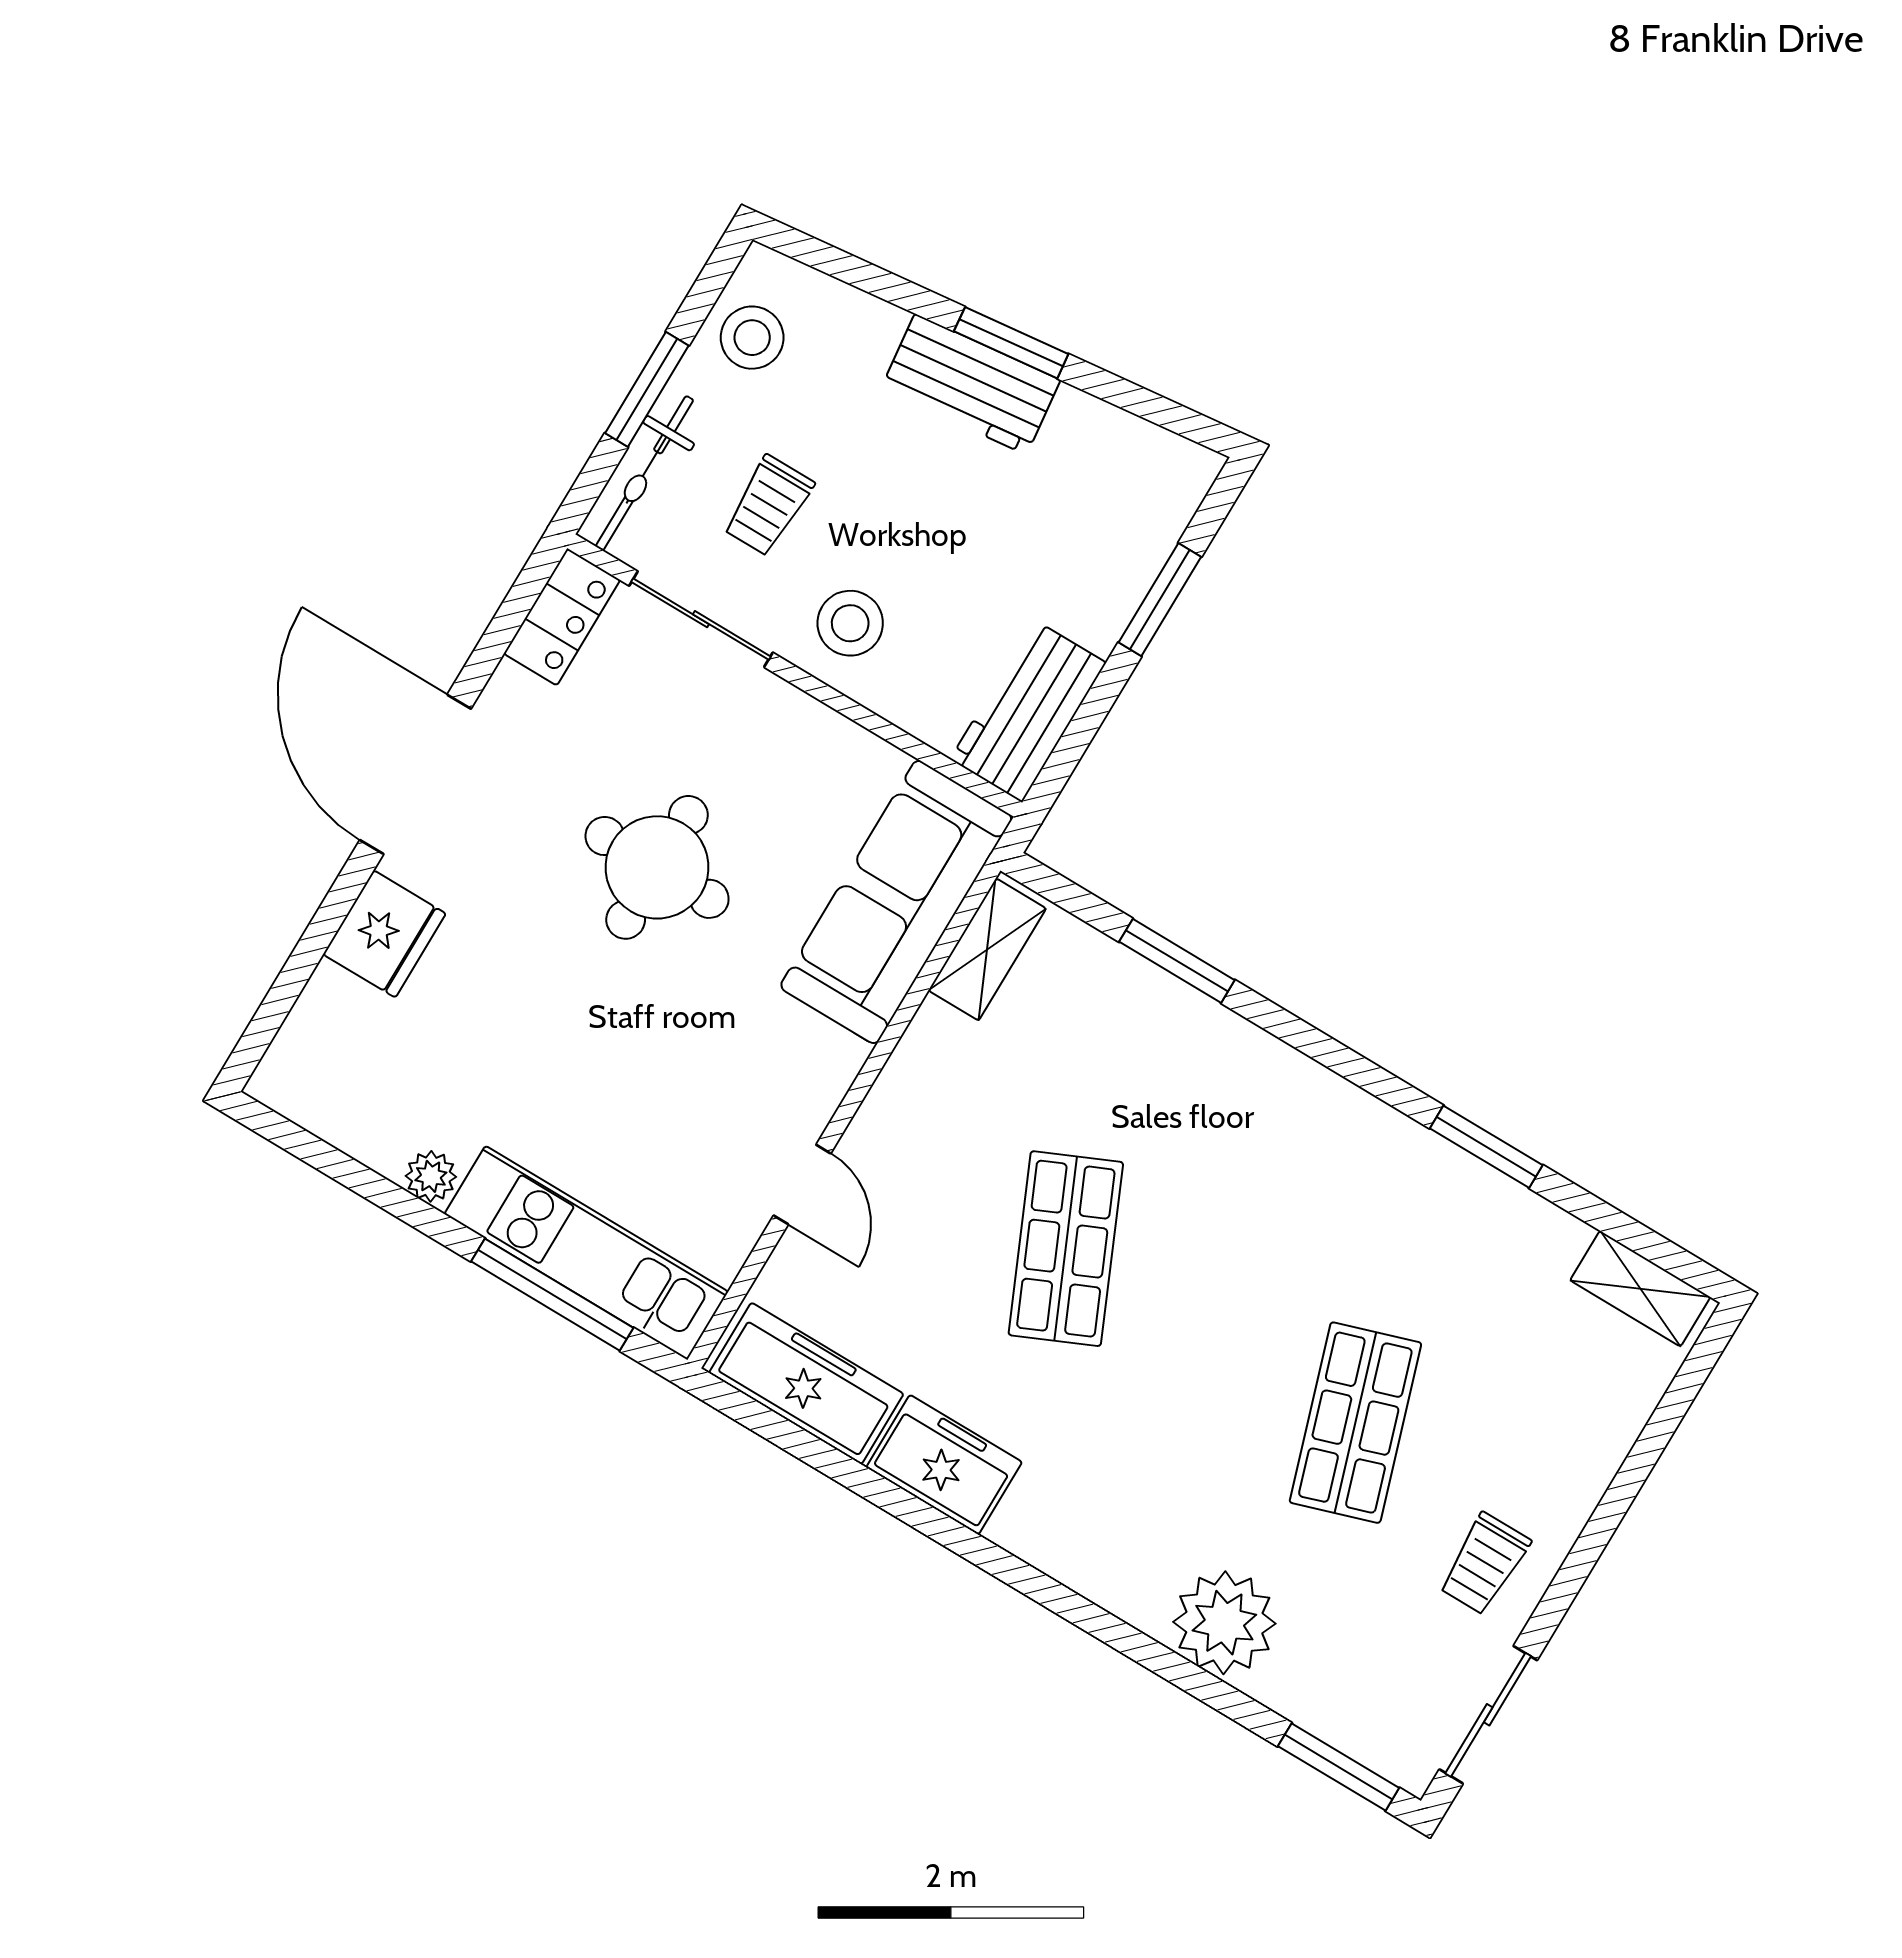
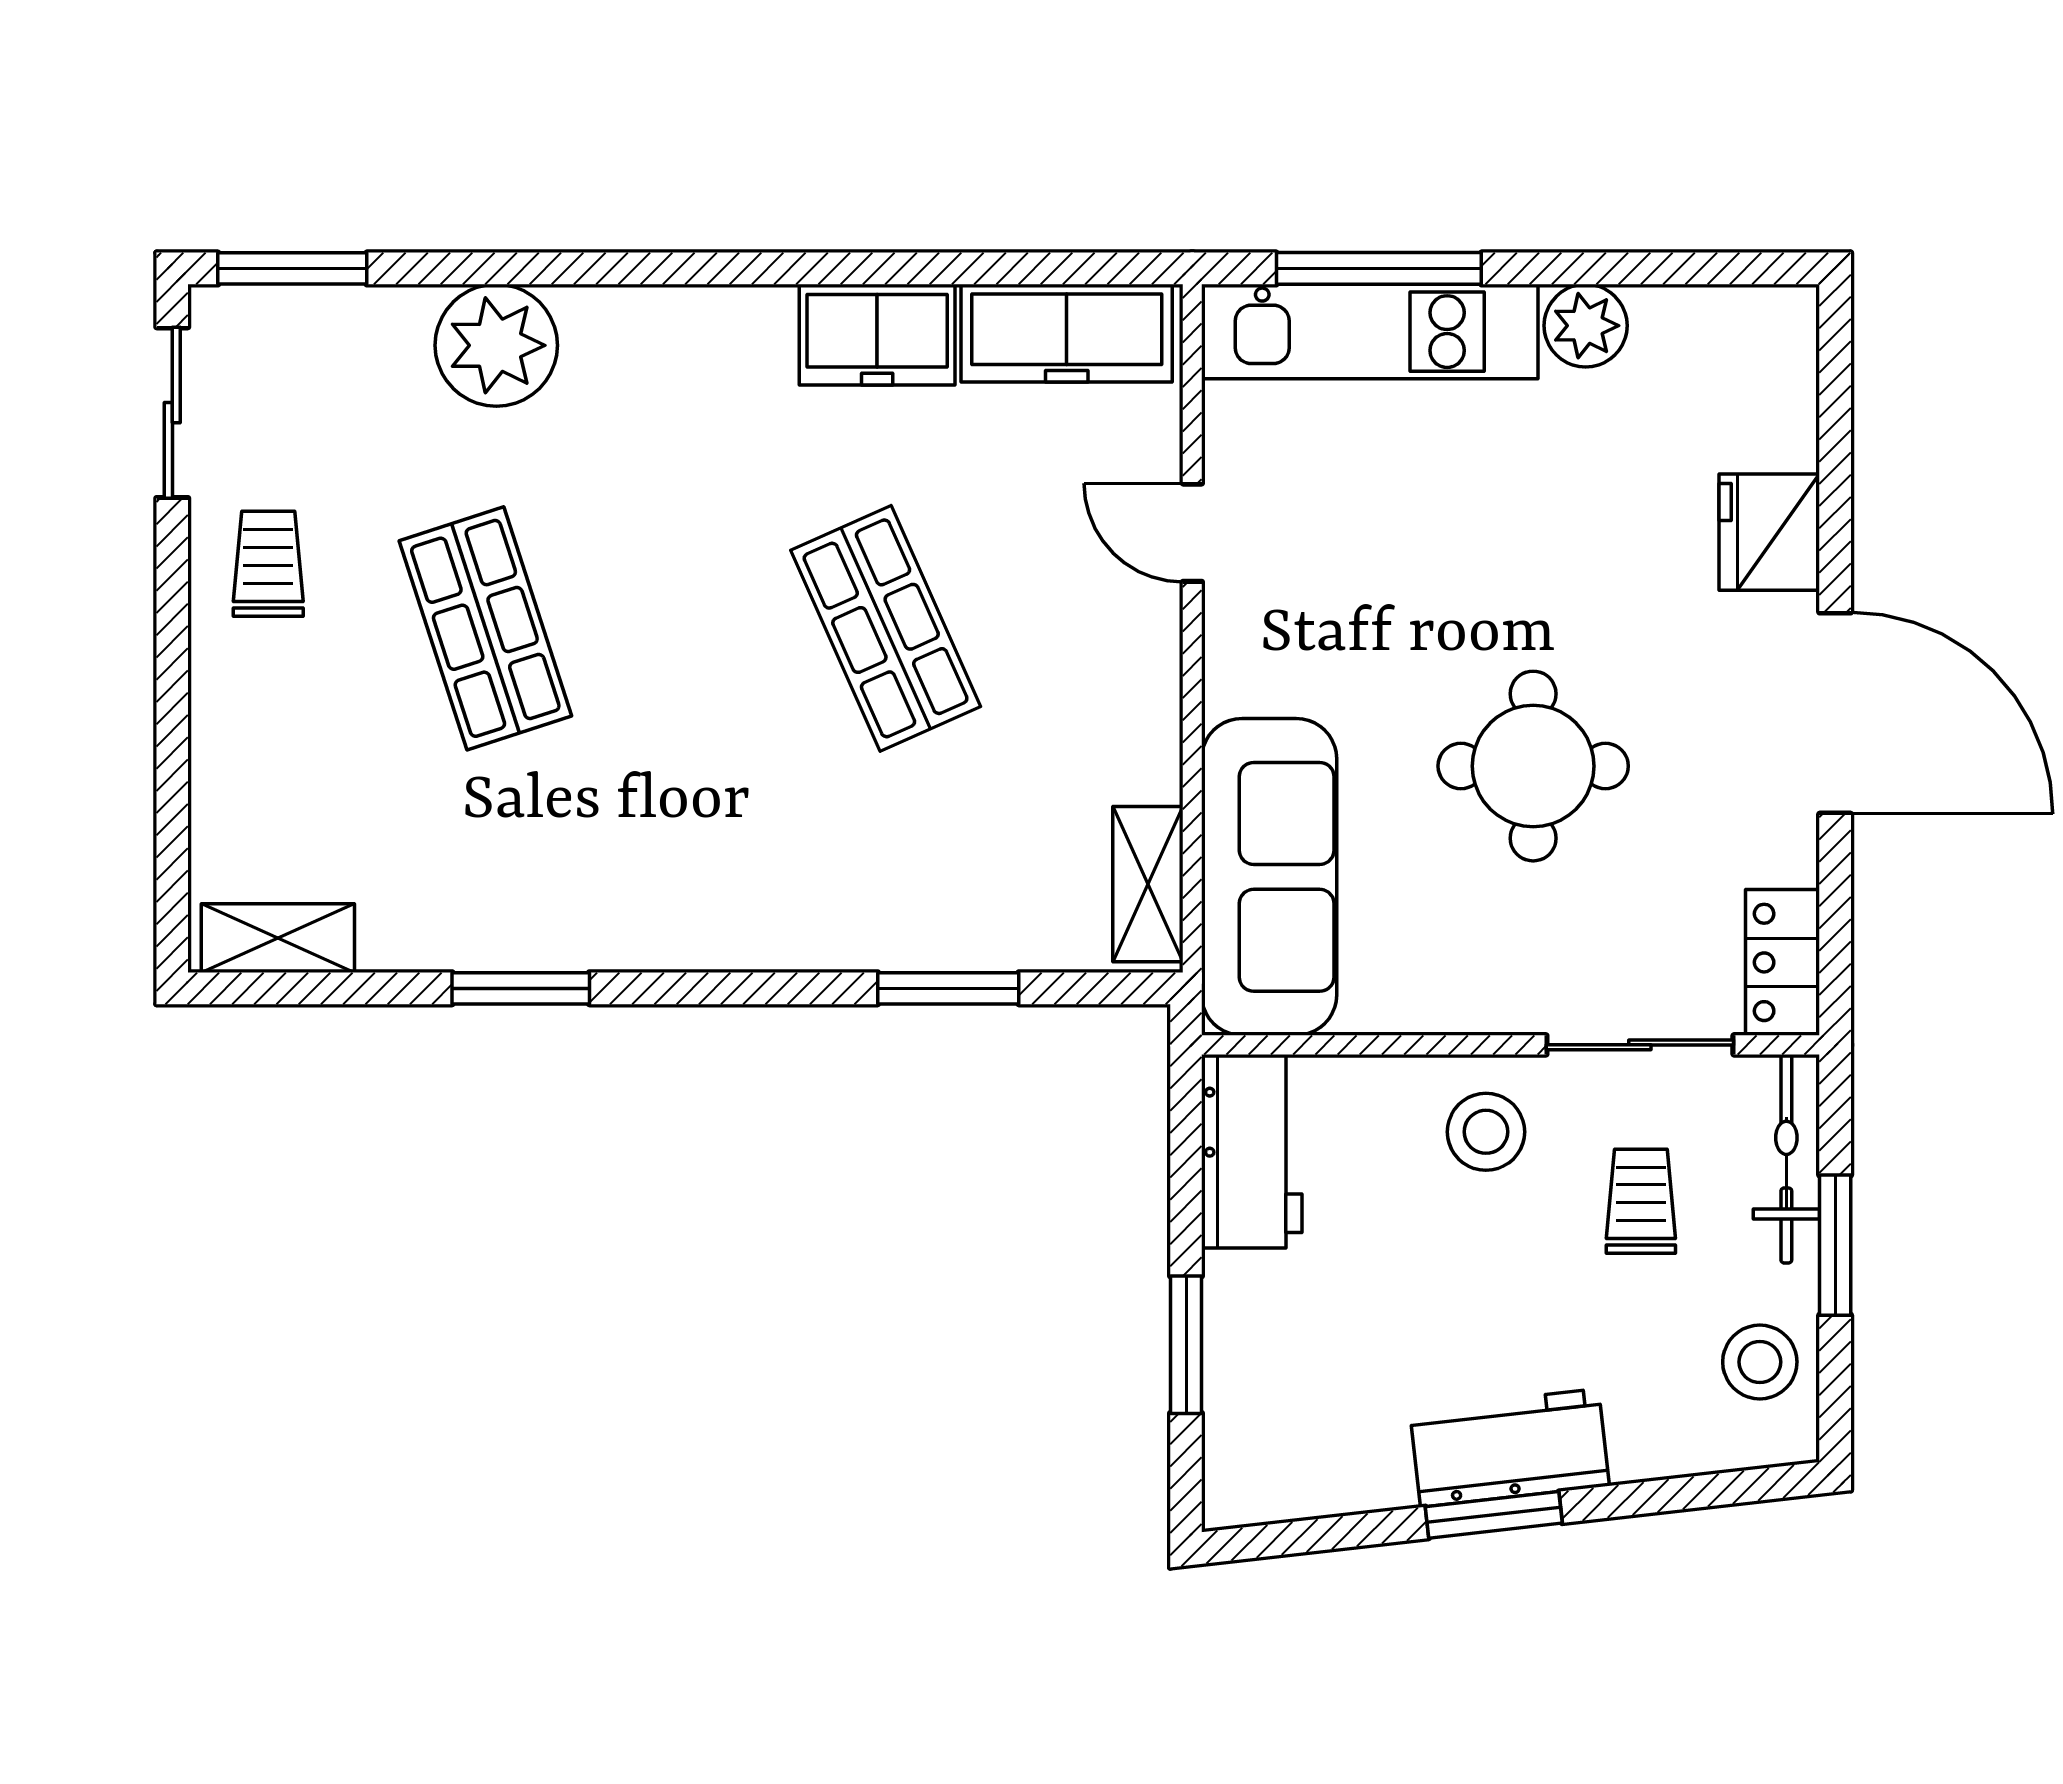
plant: (431, 1176) -> (1586, 326), width x1.38, depth x1.38

